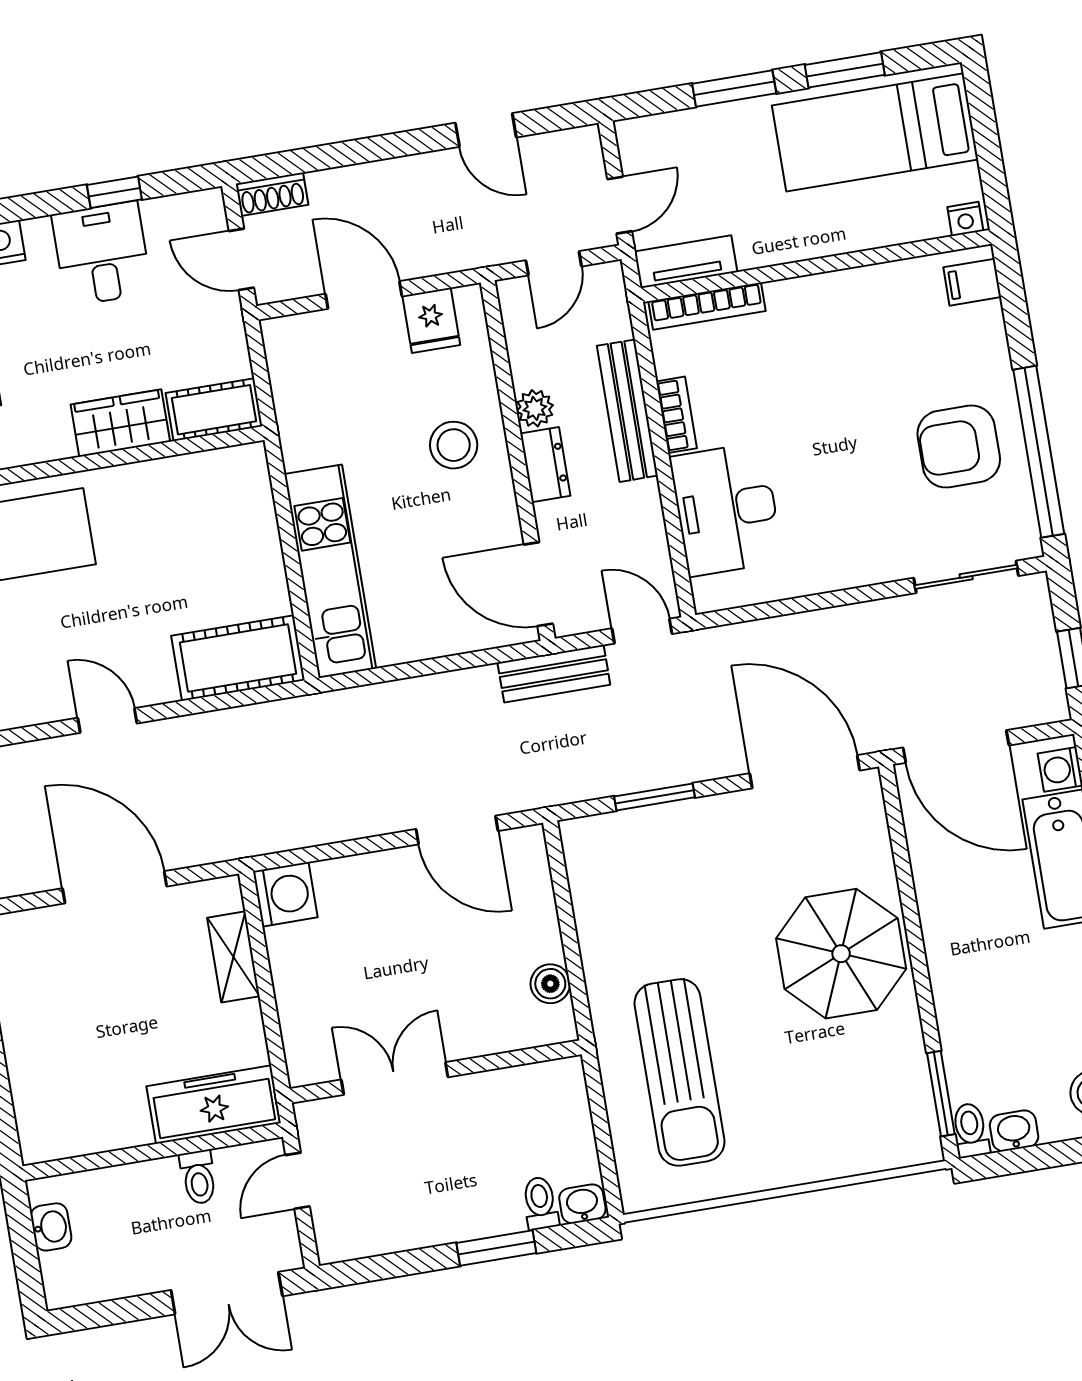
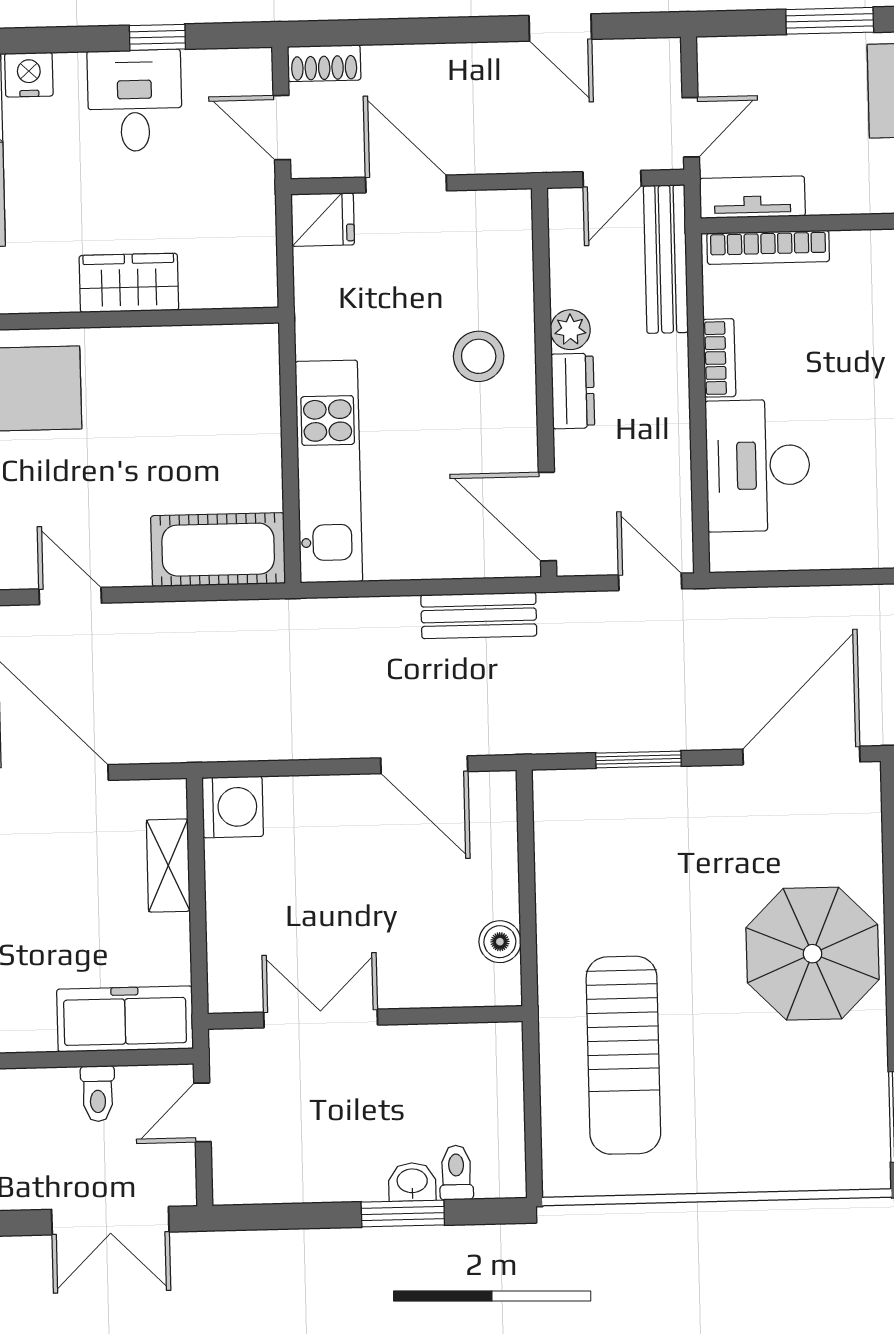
fridge: (431, 320) -> (323, 220), moved, turned -90
cot: (214, 410) -> (230, 283), removed
bench: (627, 411) -> (666, 259), moved
bench: (554, 674) -> (479, 615), moved
door: (805, 772) -> (801, 756), hinge flipped
washbasin: (582, 1204) -> (412, 1182), moved

